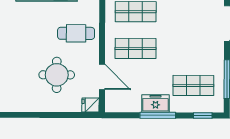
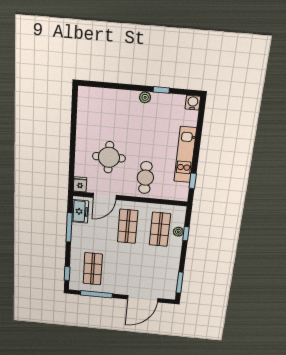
freezer: (156, 104) -> (80, 211), moved
window: (158, 115) -> (69, 227), moved

